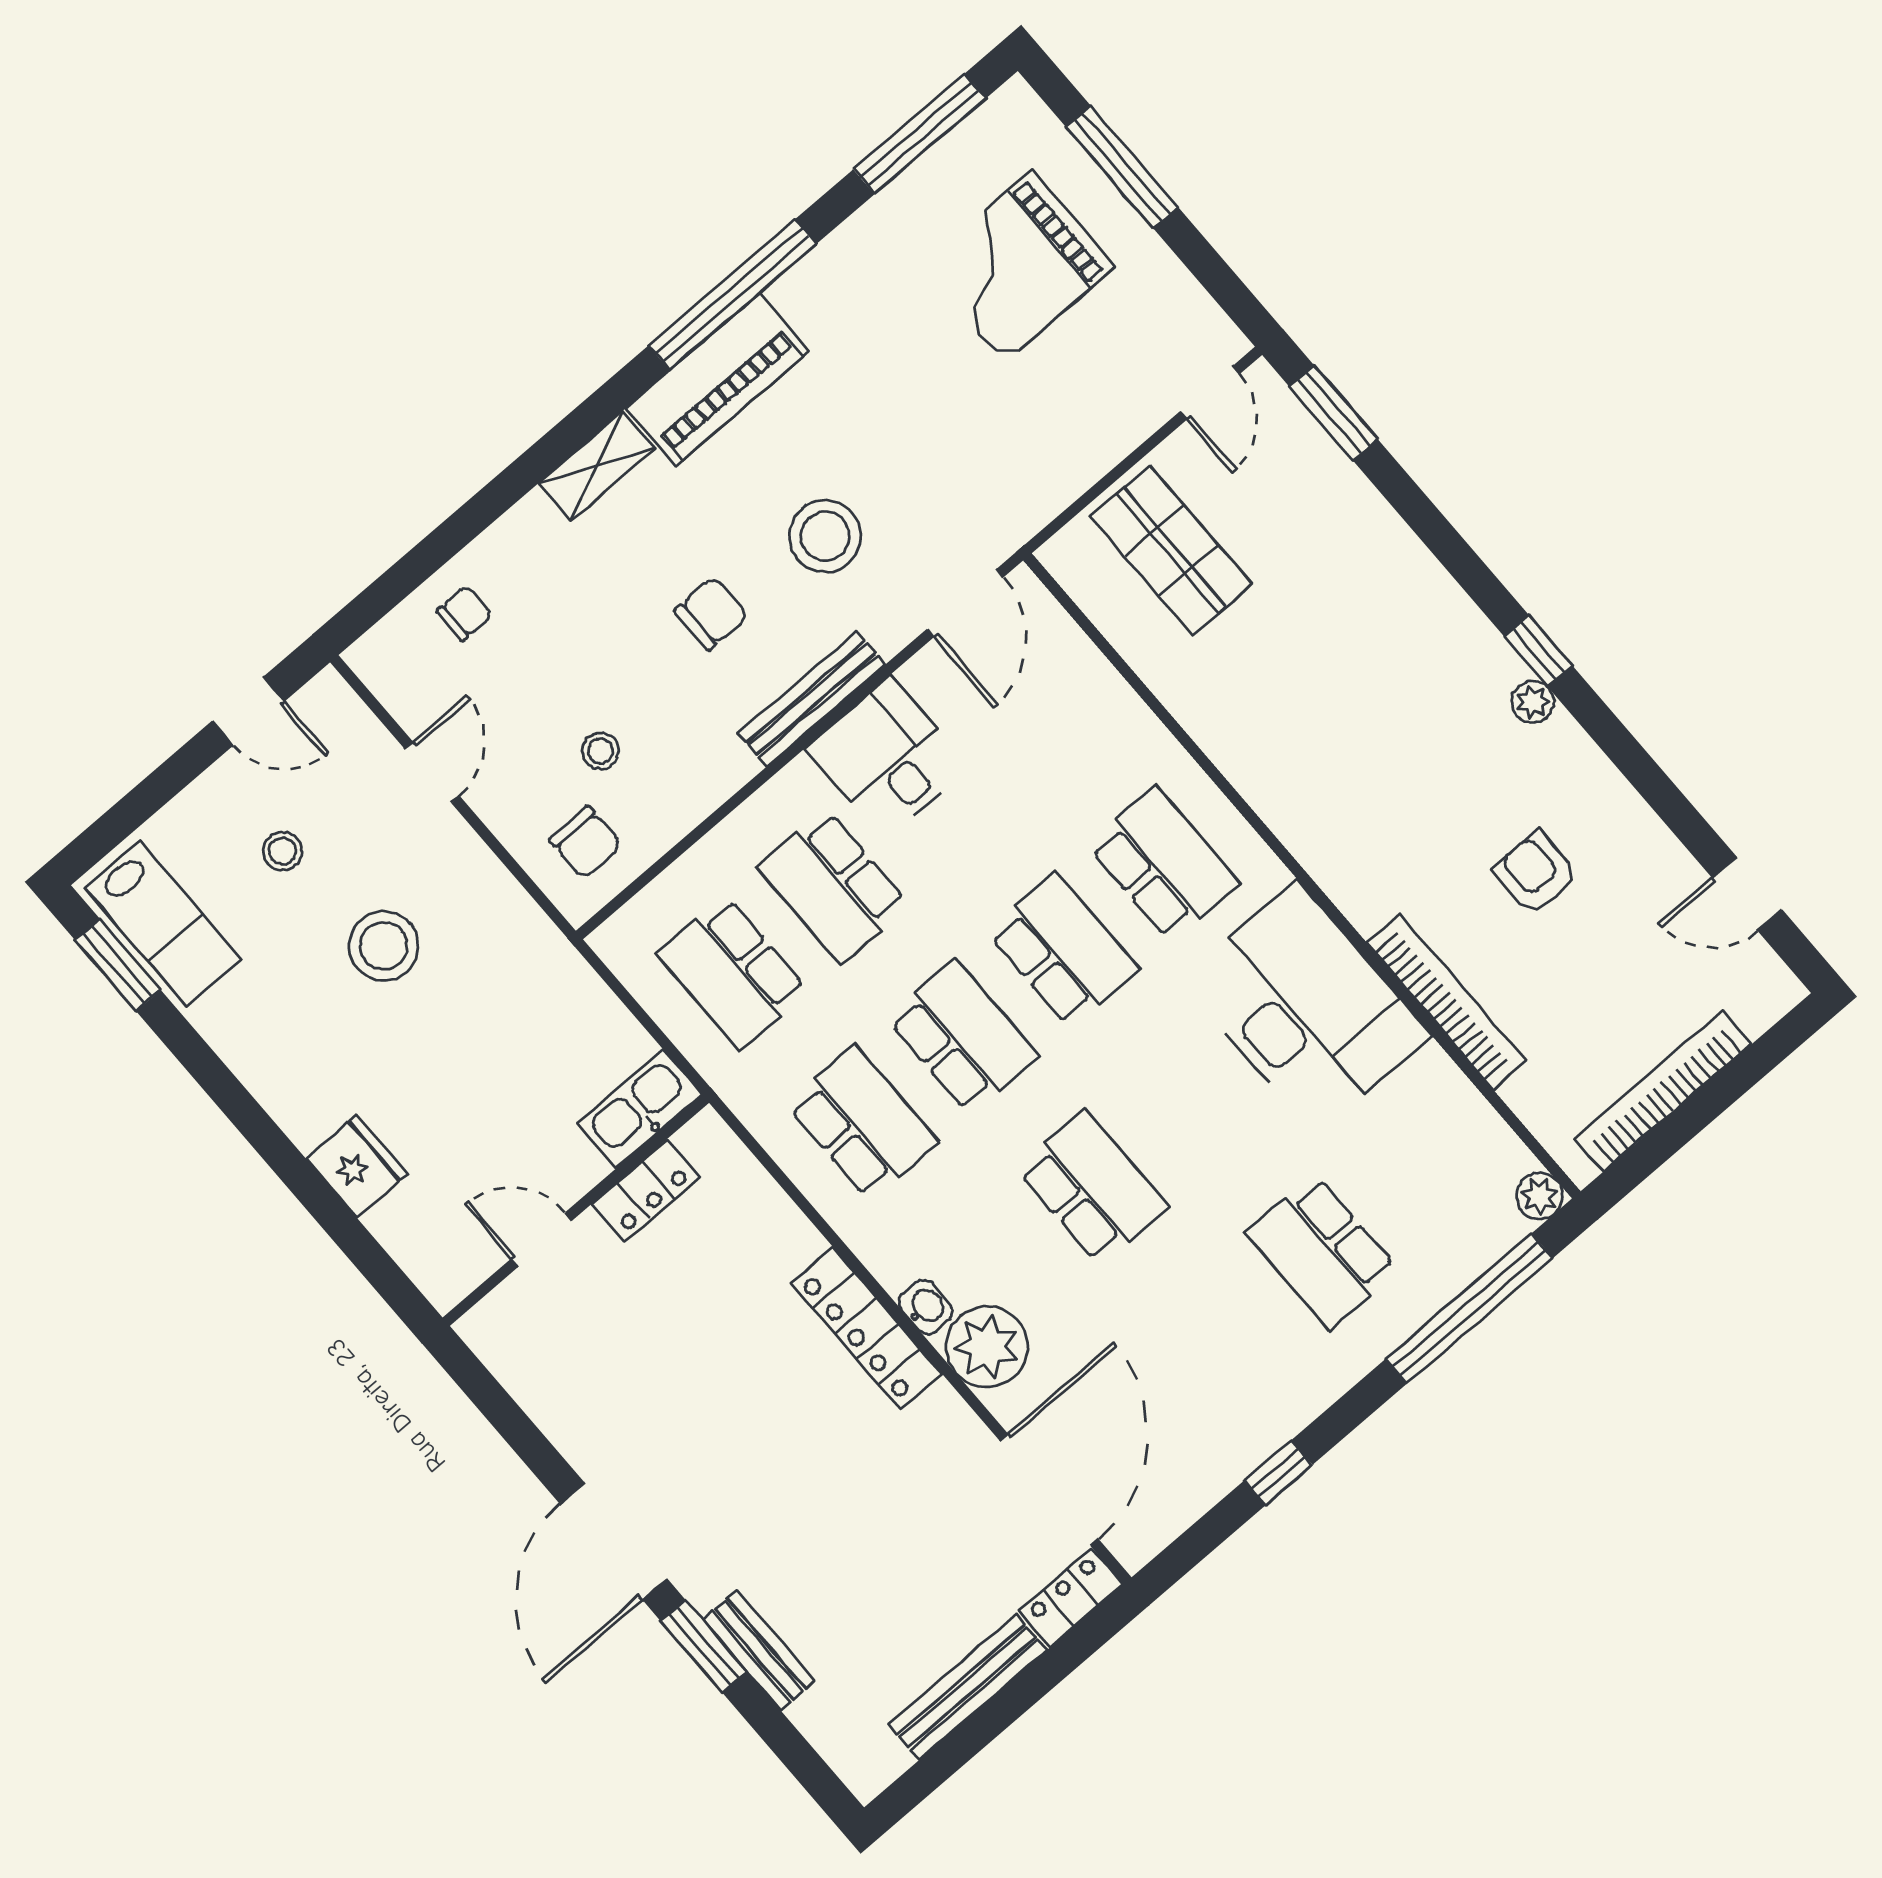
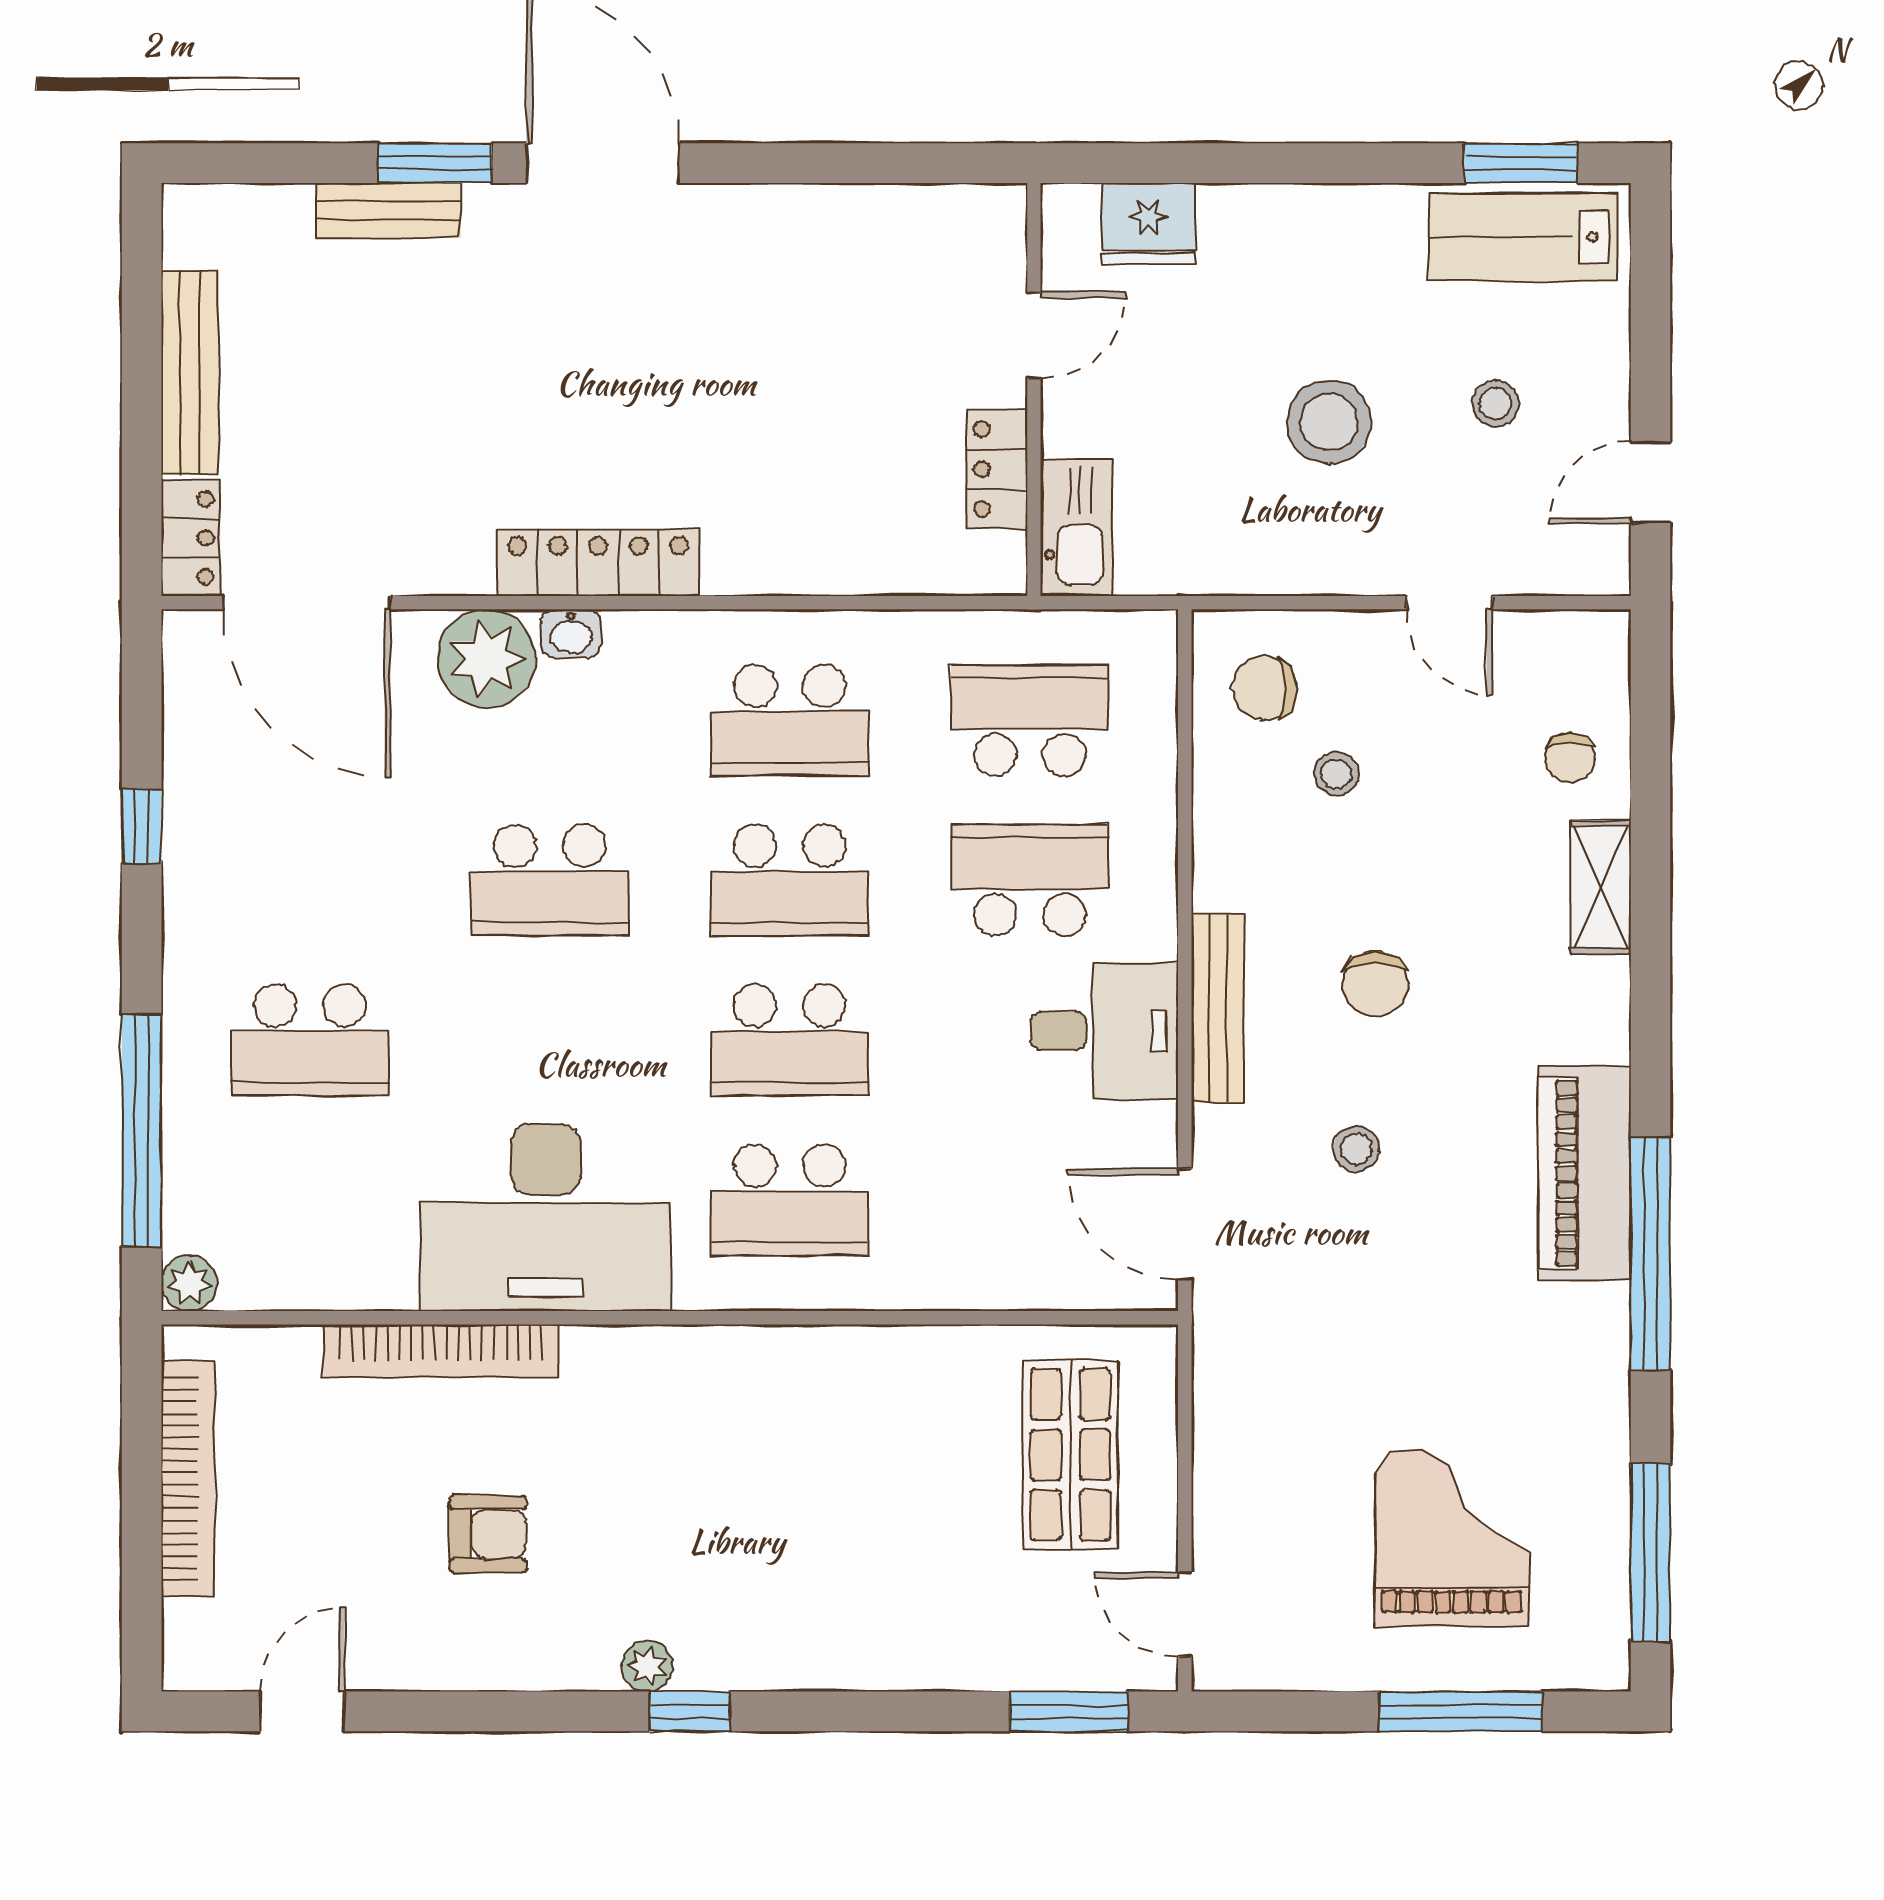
shelving: (597, 466) -> (1601, 887), moved
stool: (825, 536) -> (1356, 1149), width x0.53, depth x0.53
shop shelf: (1171, 550) -> (1071, 1455), turned 90
kitchen sink: (639, 1109) -> (1077, 528), moved
locker: (646, 1190) -> (997, 469), moved
wall: (576, 1210) -> (1034, 389), moved
door: (542, 1240) -> (1034, 335), moved
school desk: (1322, 1252) -> (310, 1040), turned 180

